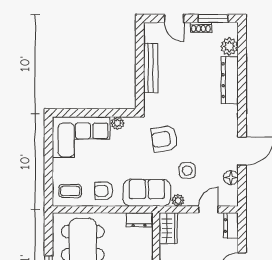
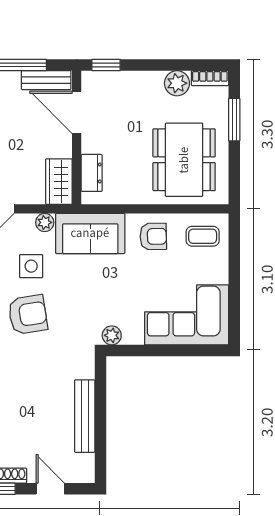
plant: (117, 123) -> (112, 335), moved
armchair: (164, 139) -> (28, 315), moved
dresser: (139, 220) -> (92, 173), moved, turned 90

